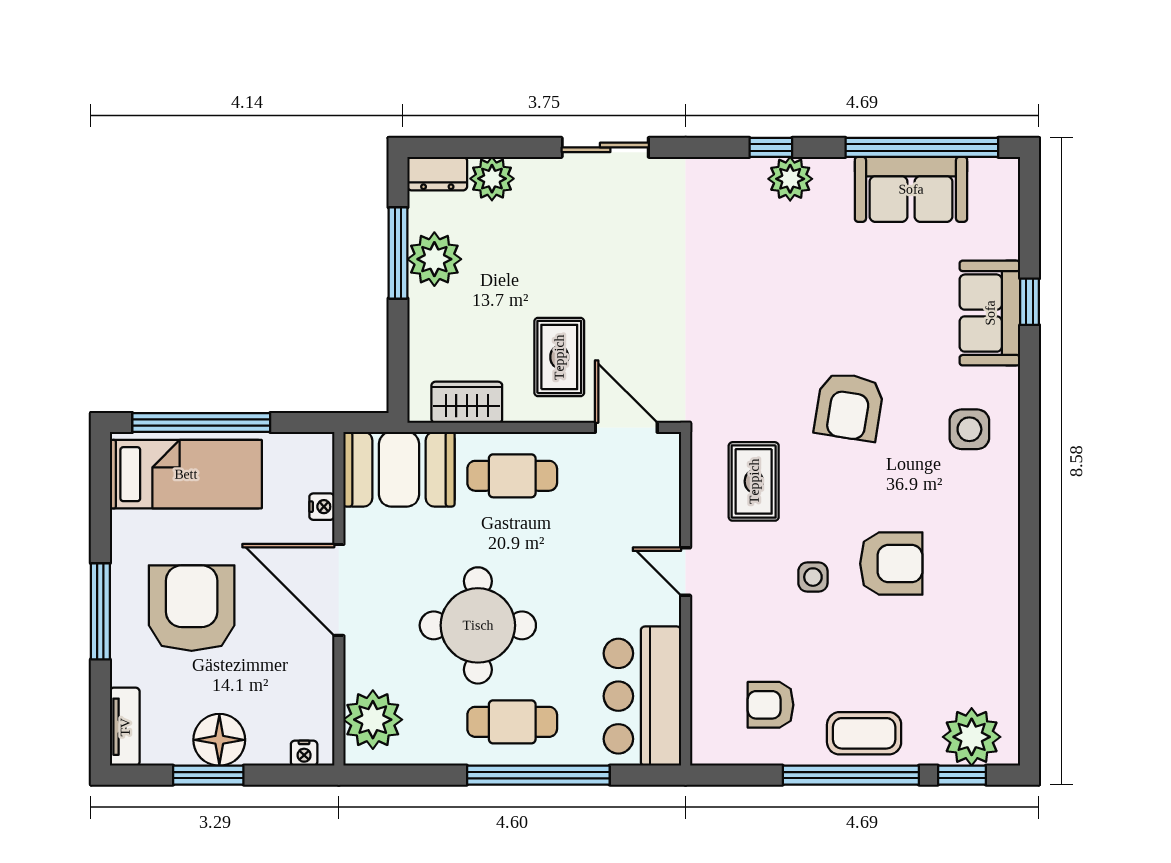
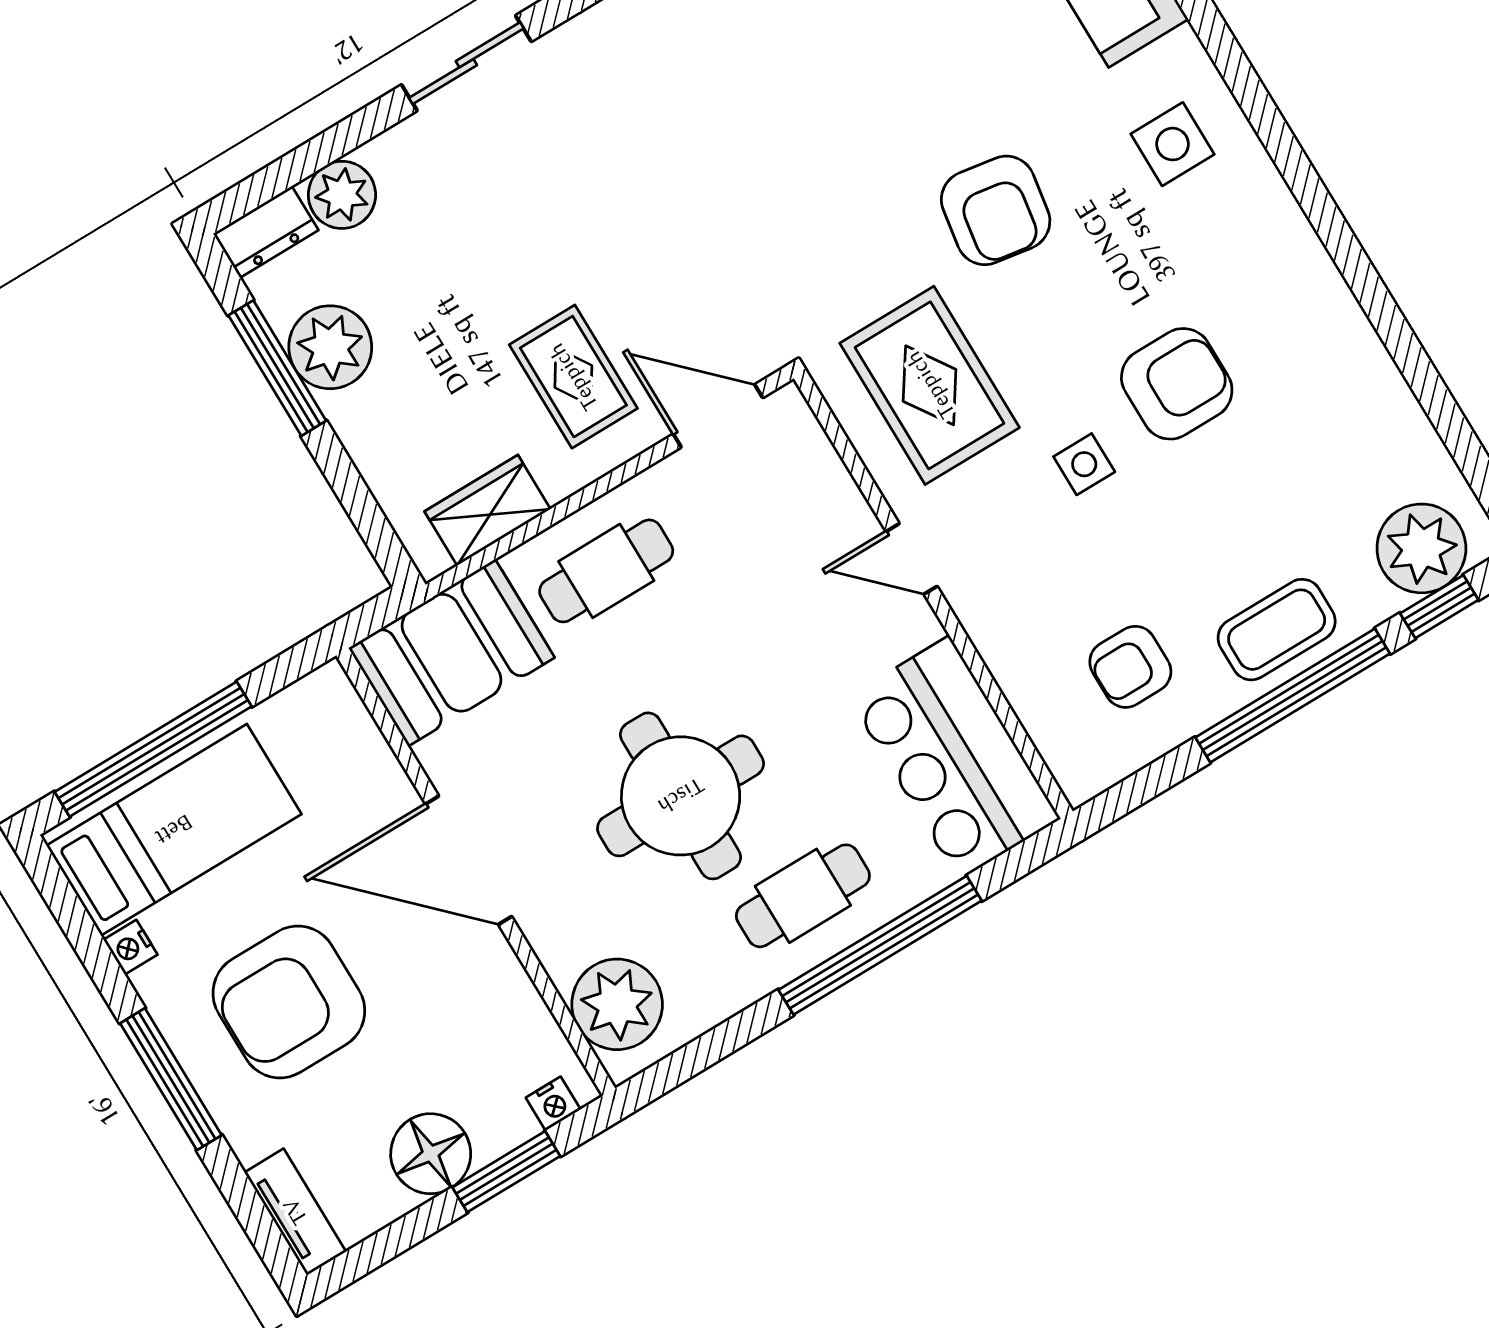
rug: (754, 481) -> (930, 385), width x1.36, depth x1.43
nightstand: (322, 507) -> (131, 947), moved, turned 180
armchair: (192, 608) -> (289, 1002), turned -90
window: (208, 775) -> (506, 1172), moved

